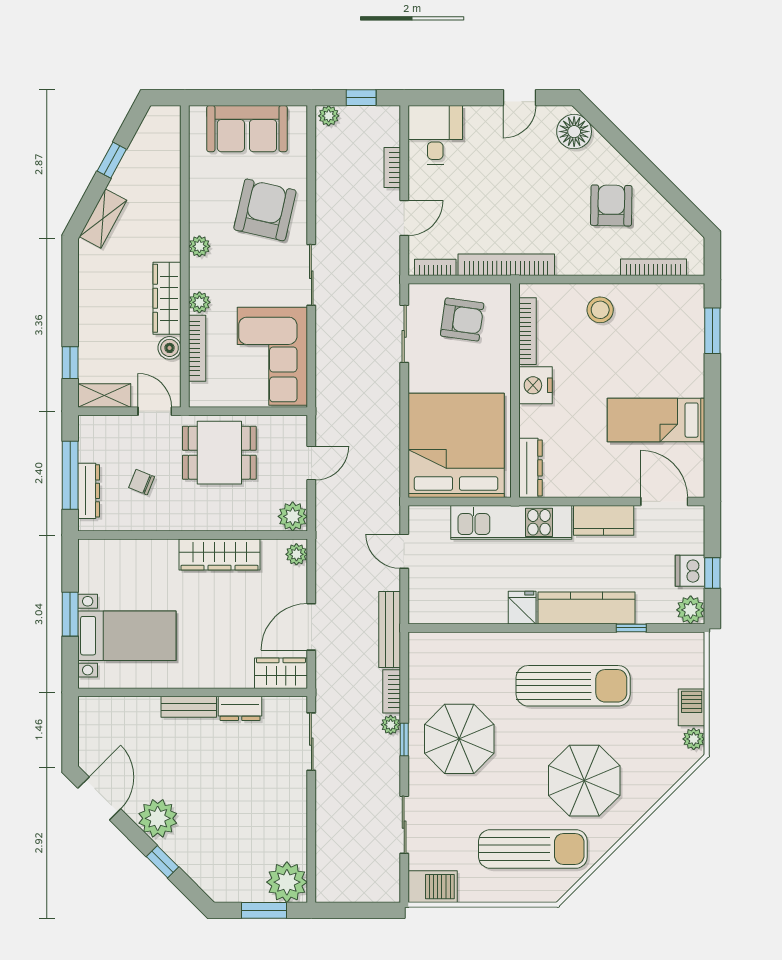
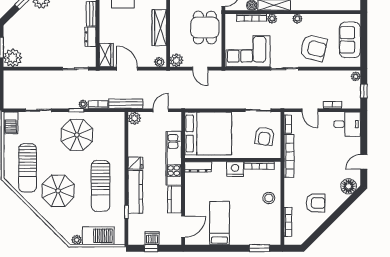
door: (520, 98) -> (364, 162), hinge flipped
plant: (691, 610) -> (135, 118), moved
barbecue: (692, 707) -> (98, 236), width x1.88, depth x1.53

